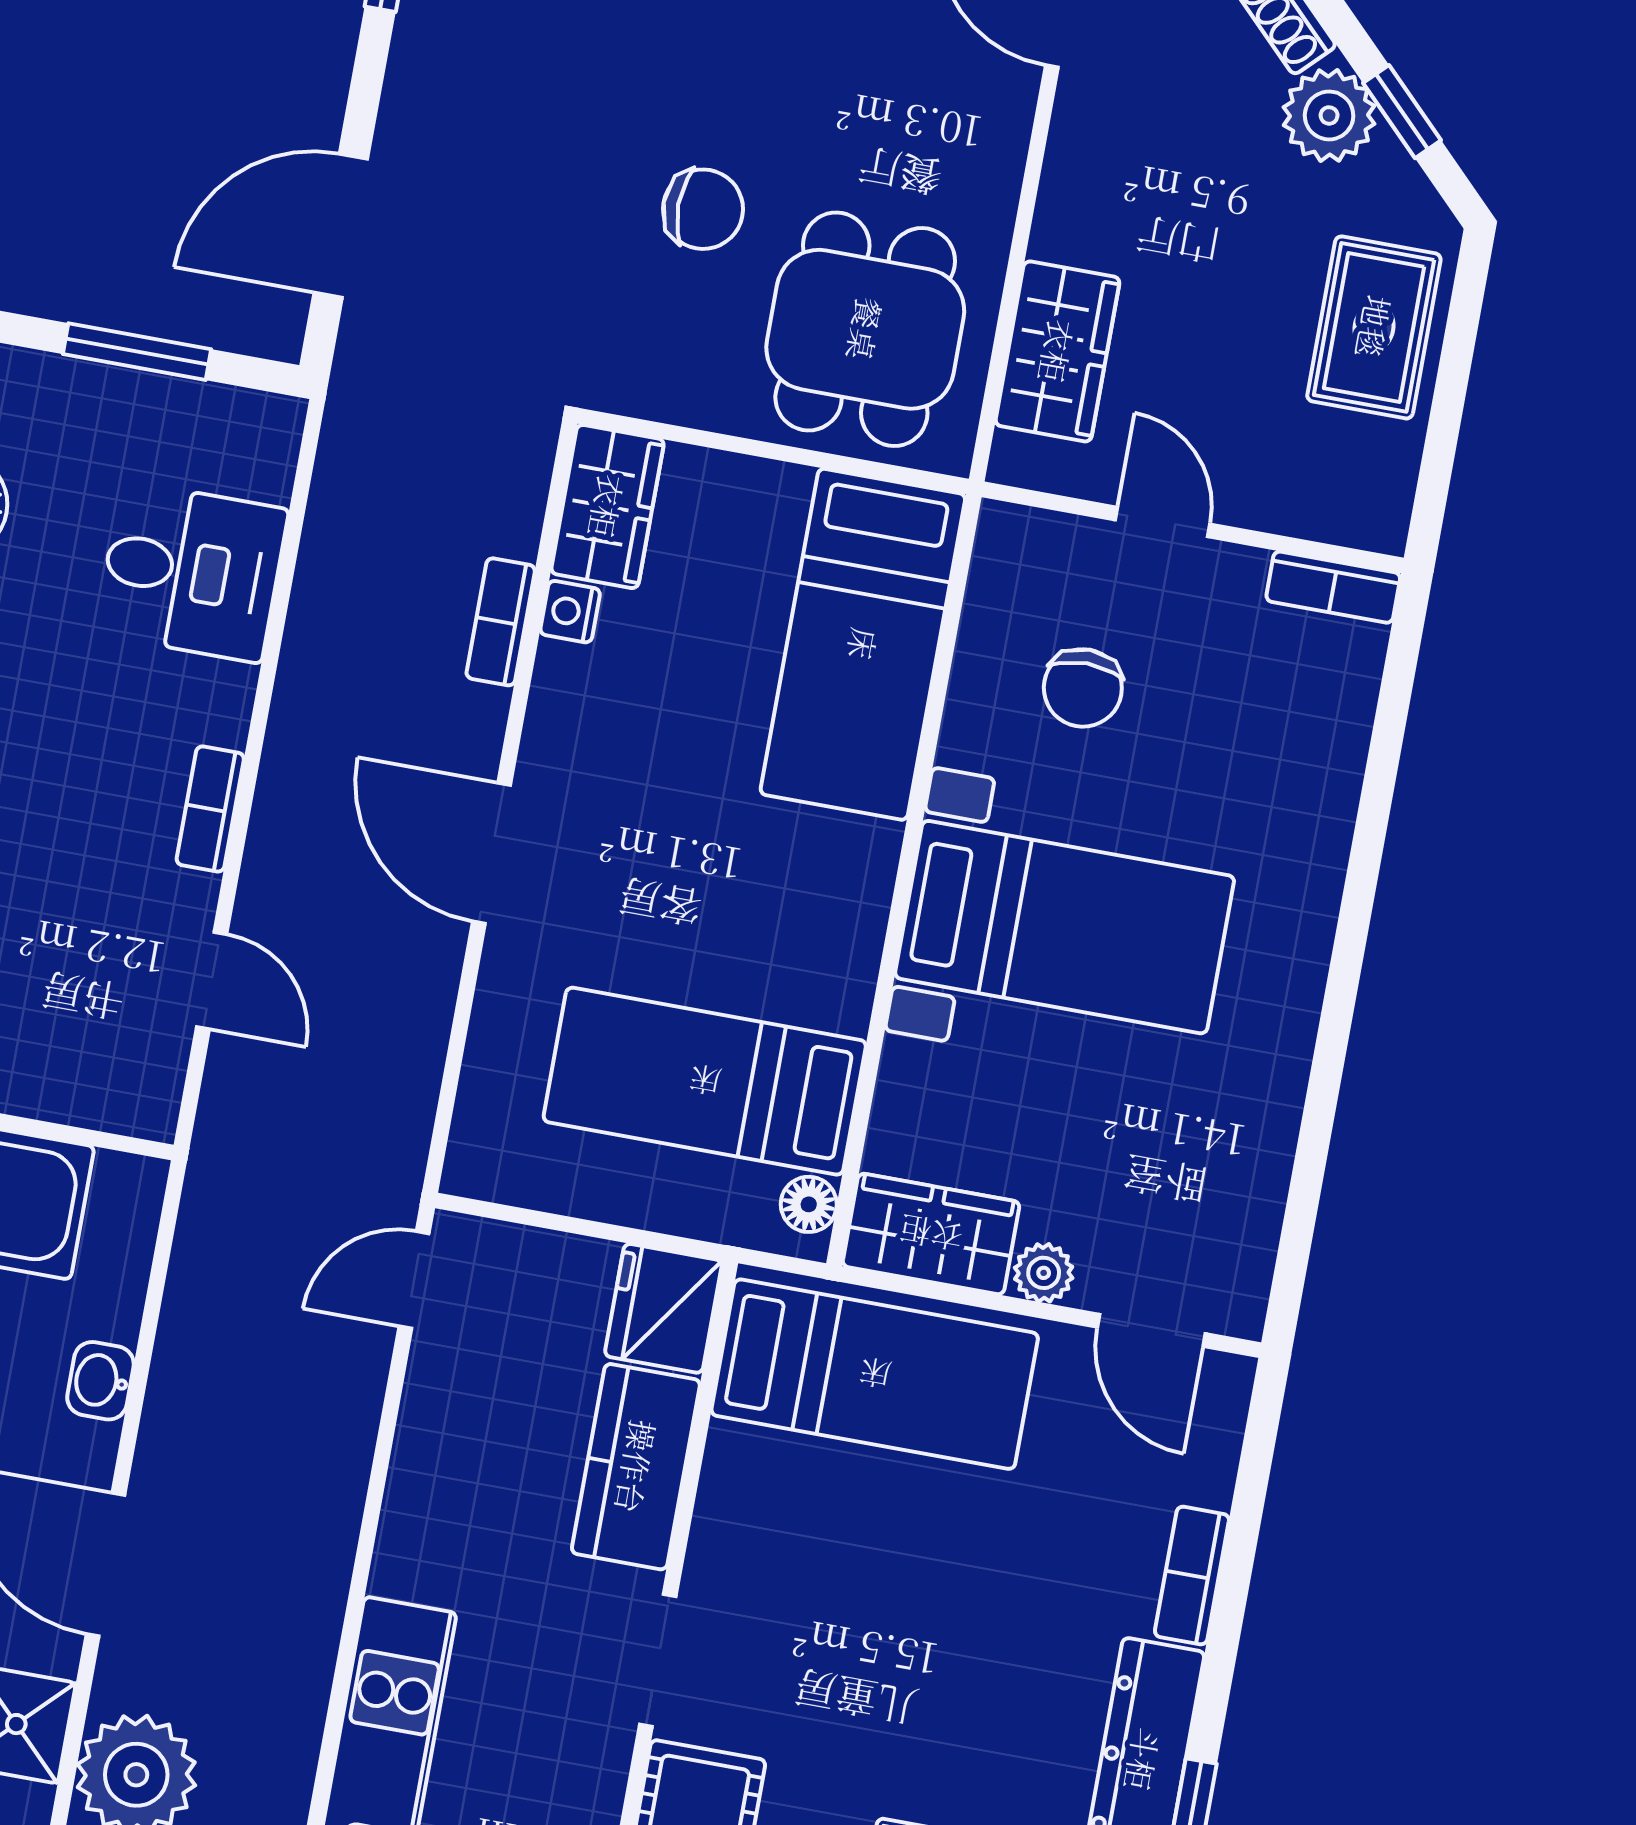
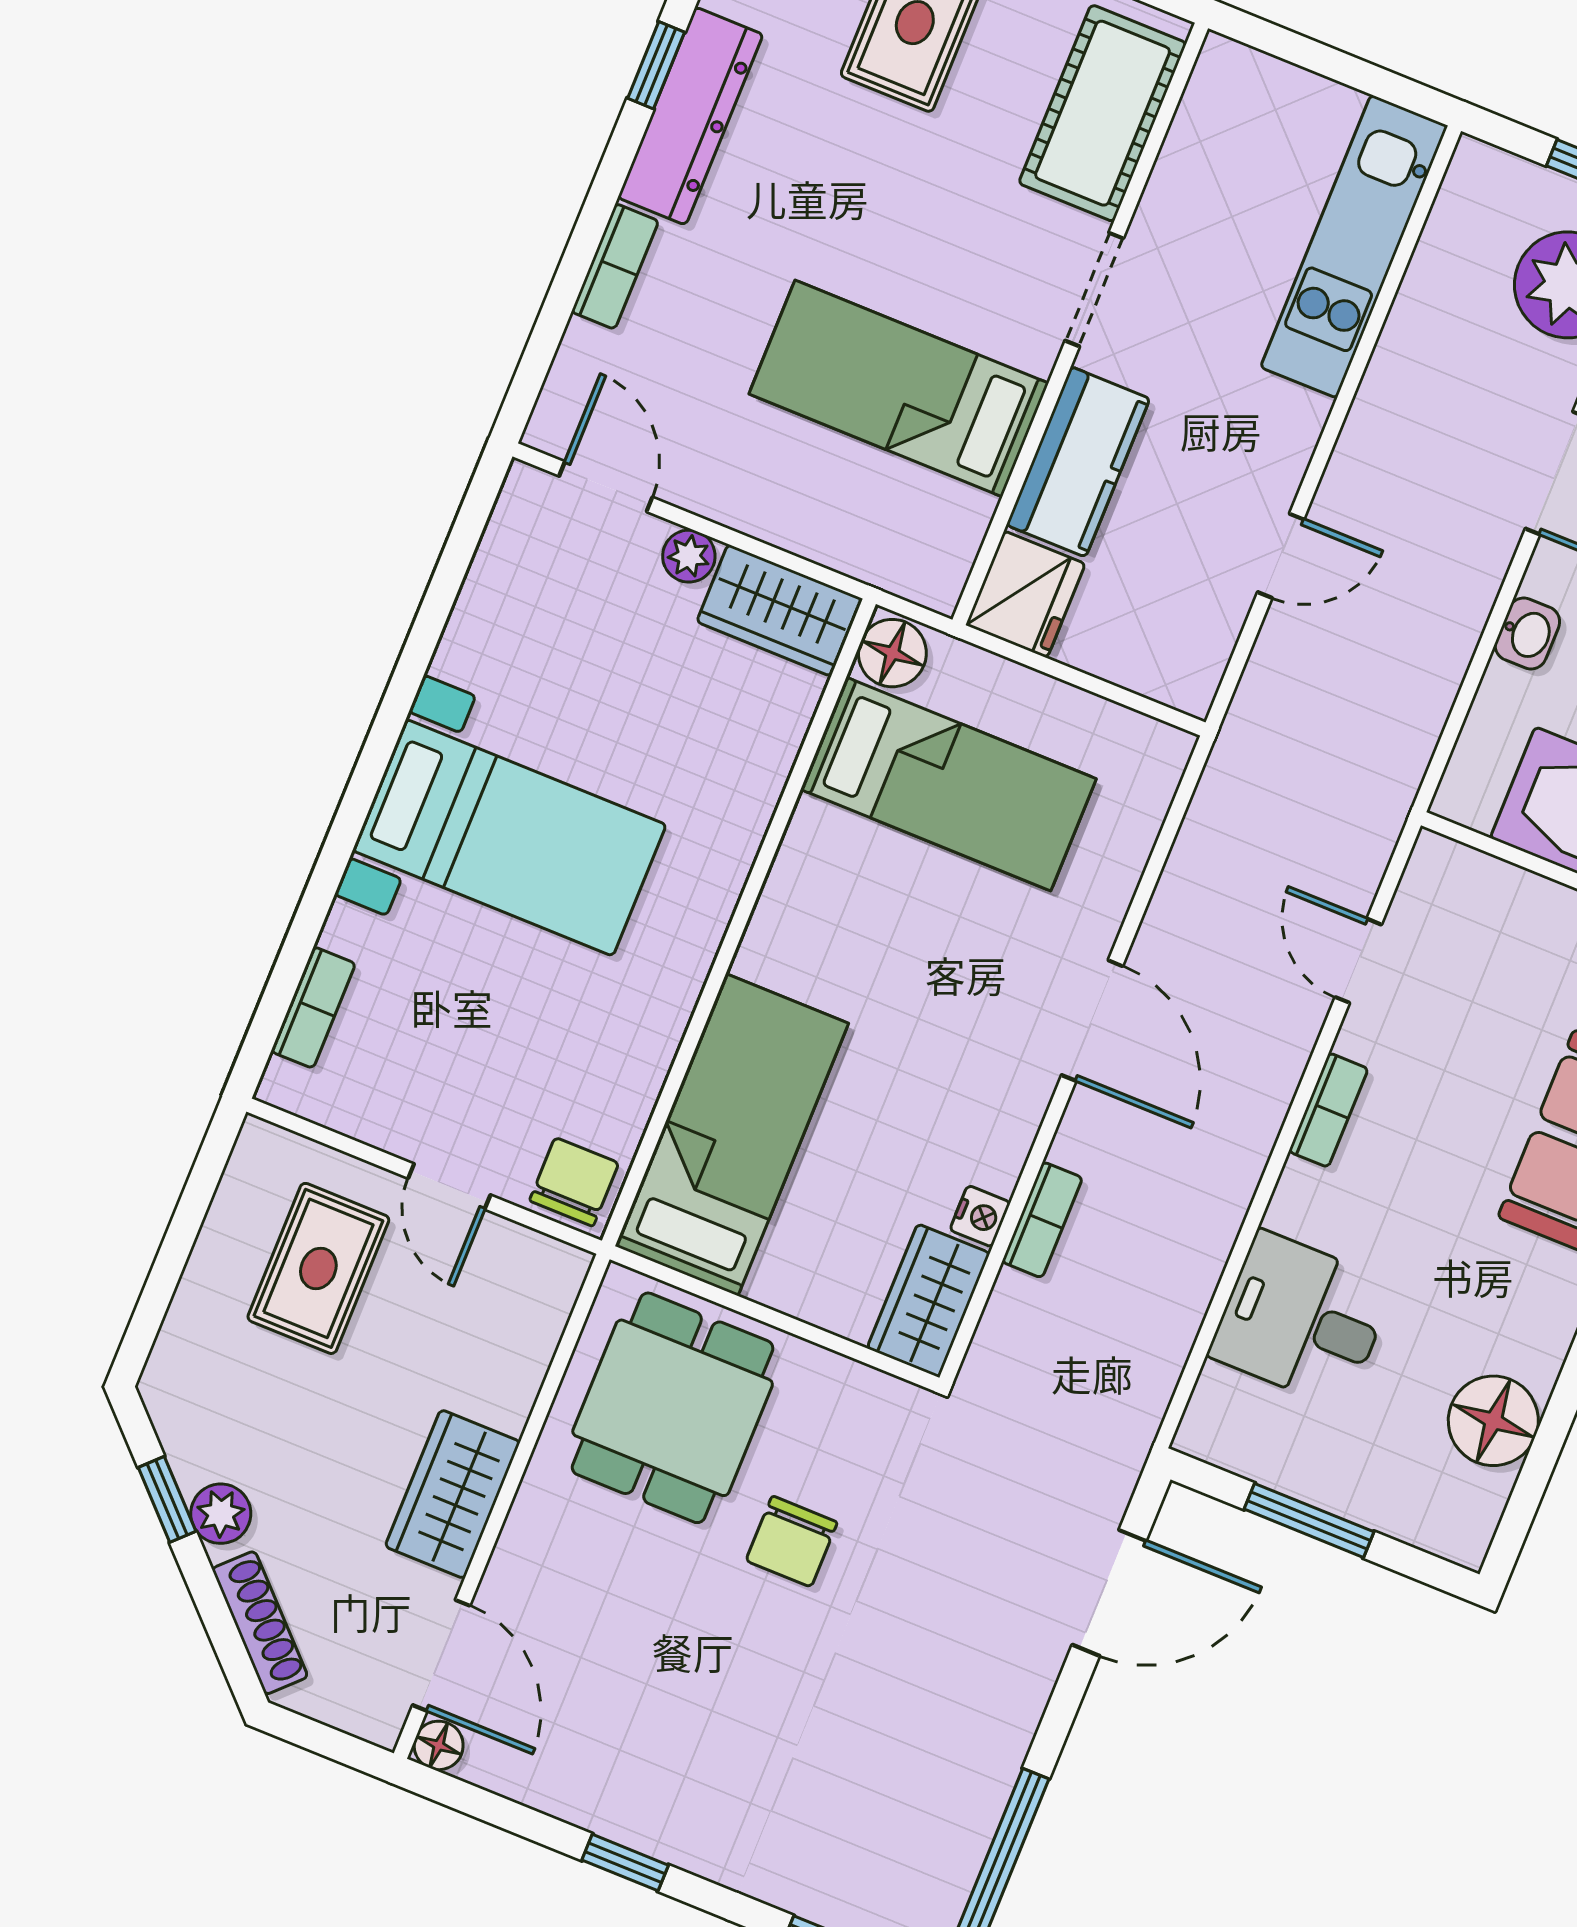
plant: (1329, 115) -> (221, 1514), width x0.73, depth x0.73
chair: (703, 209) -> (792, 1542), turned -90
rug: (1374, 327) -> (318, 1268), moved
wardrobe: (1057, 351) -> (453, 1494), moved
bookcase: (1333, 587) -> (313, 1007), moved, turned 90
chair: (1083, 688) -> (574, 1182), moved
bed with nightstands: (1065, 927) -> (509, 838), moved, turned 180
floor lamp: (809, 1204) -> (892, 653), width x1.37, depth x1.37
door: (414, 1280) -> (1281, 556), moved
bed: (875, 1374) -> (899, 389), moved

